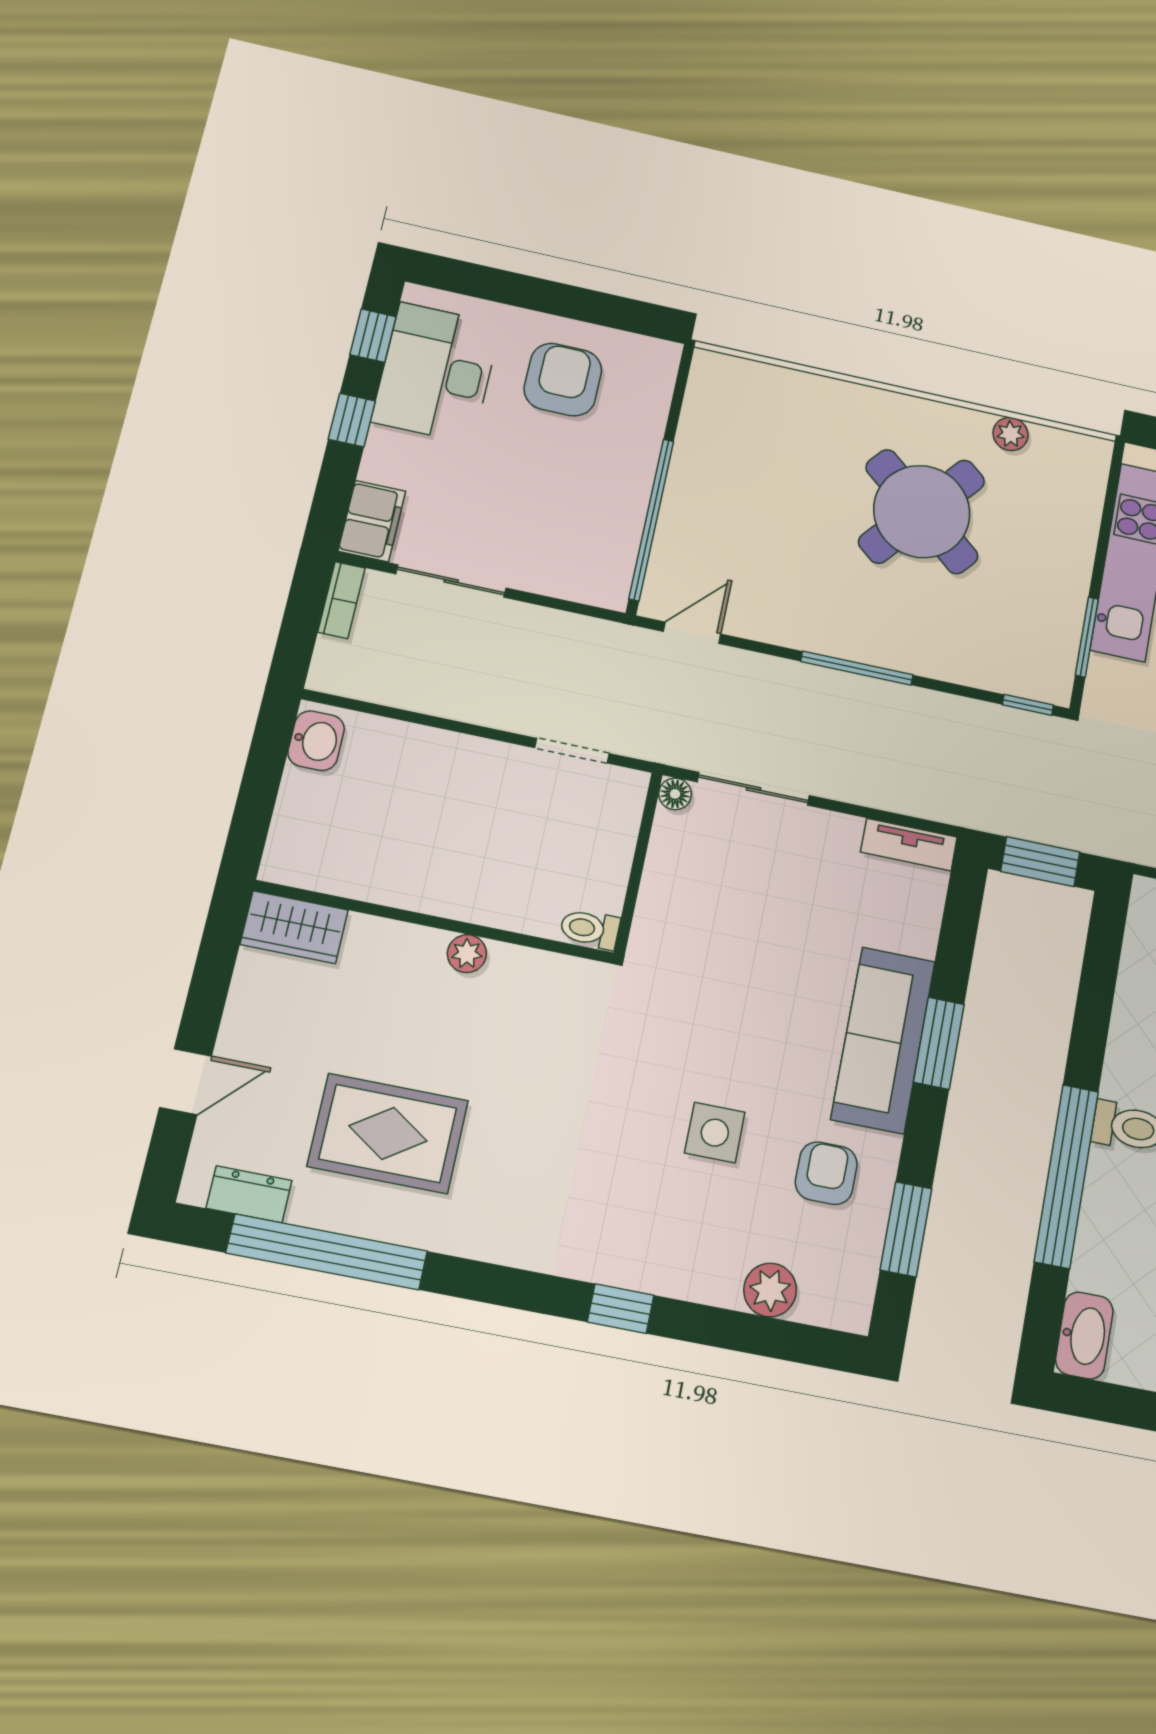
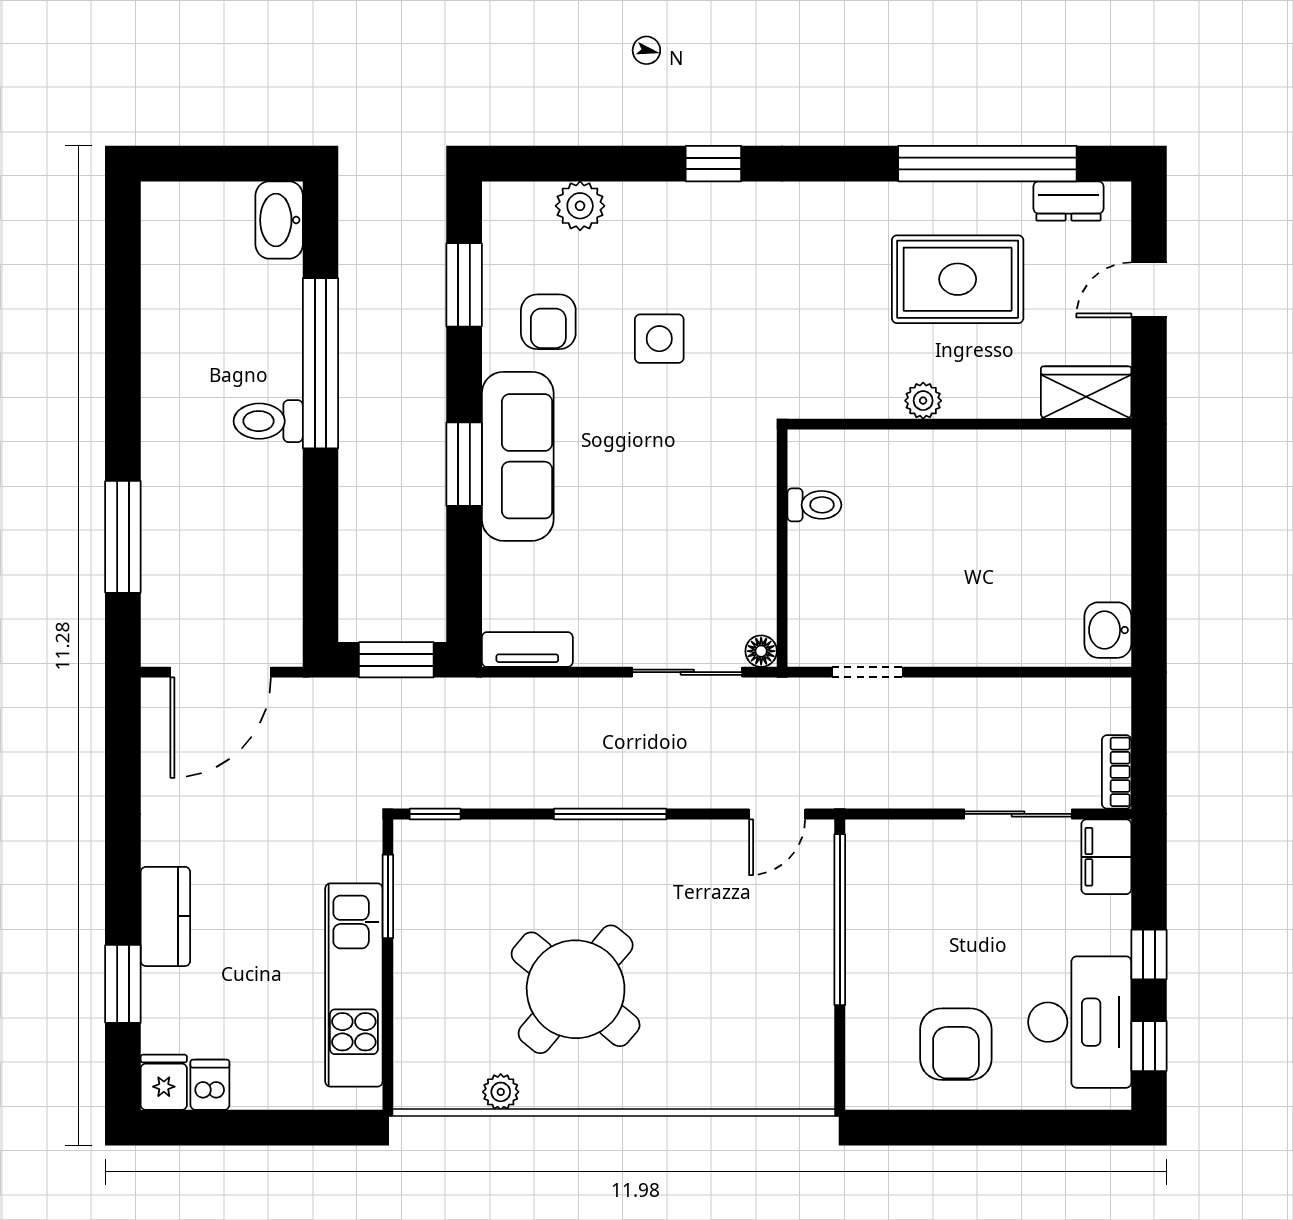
wall: (435, 922) -> (959, 424), moved
wardrobe: (294, 927) -> (1086, 393), moved
plant: (467, 954) -> (923, 401), moved

